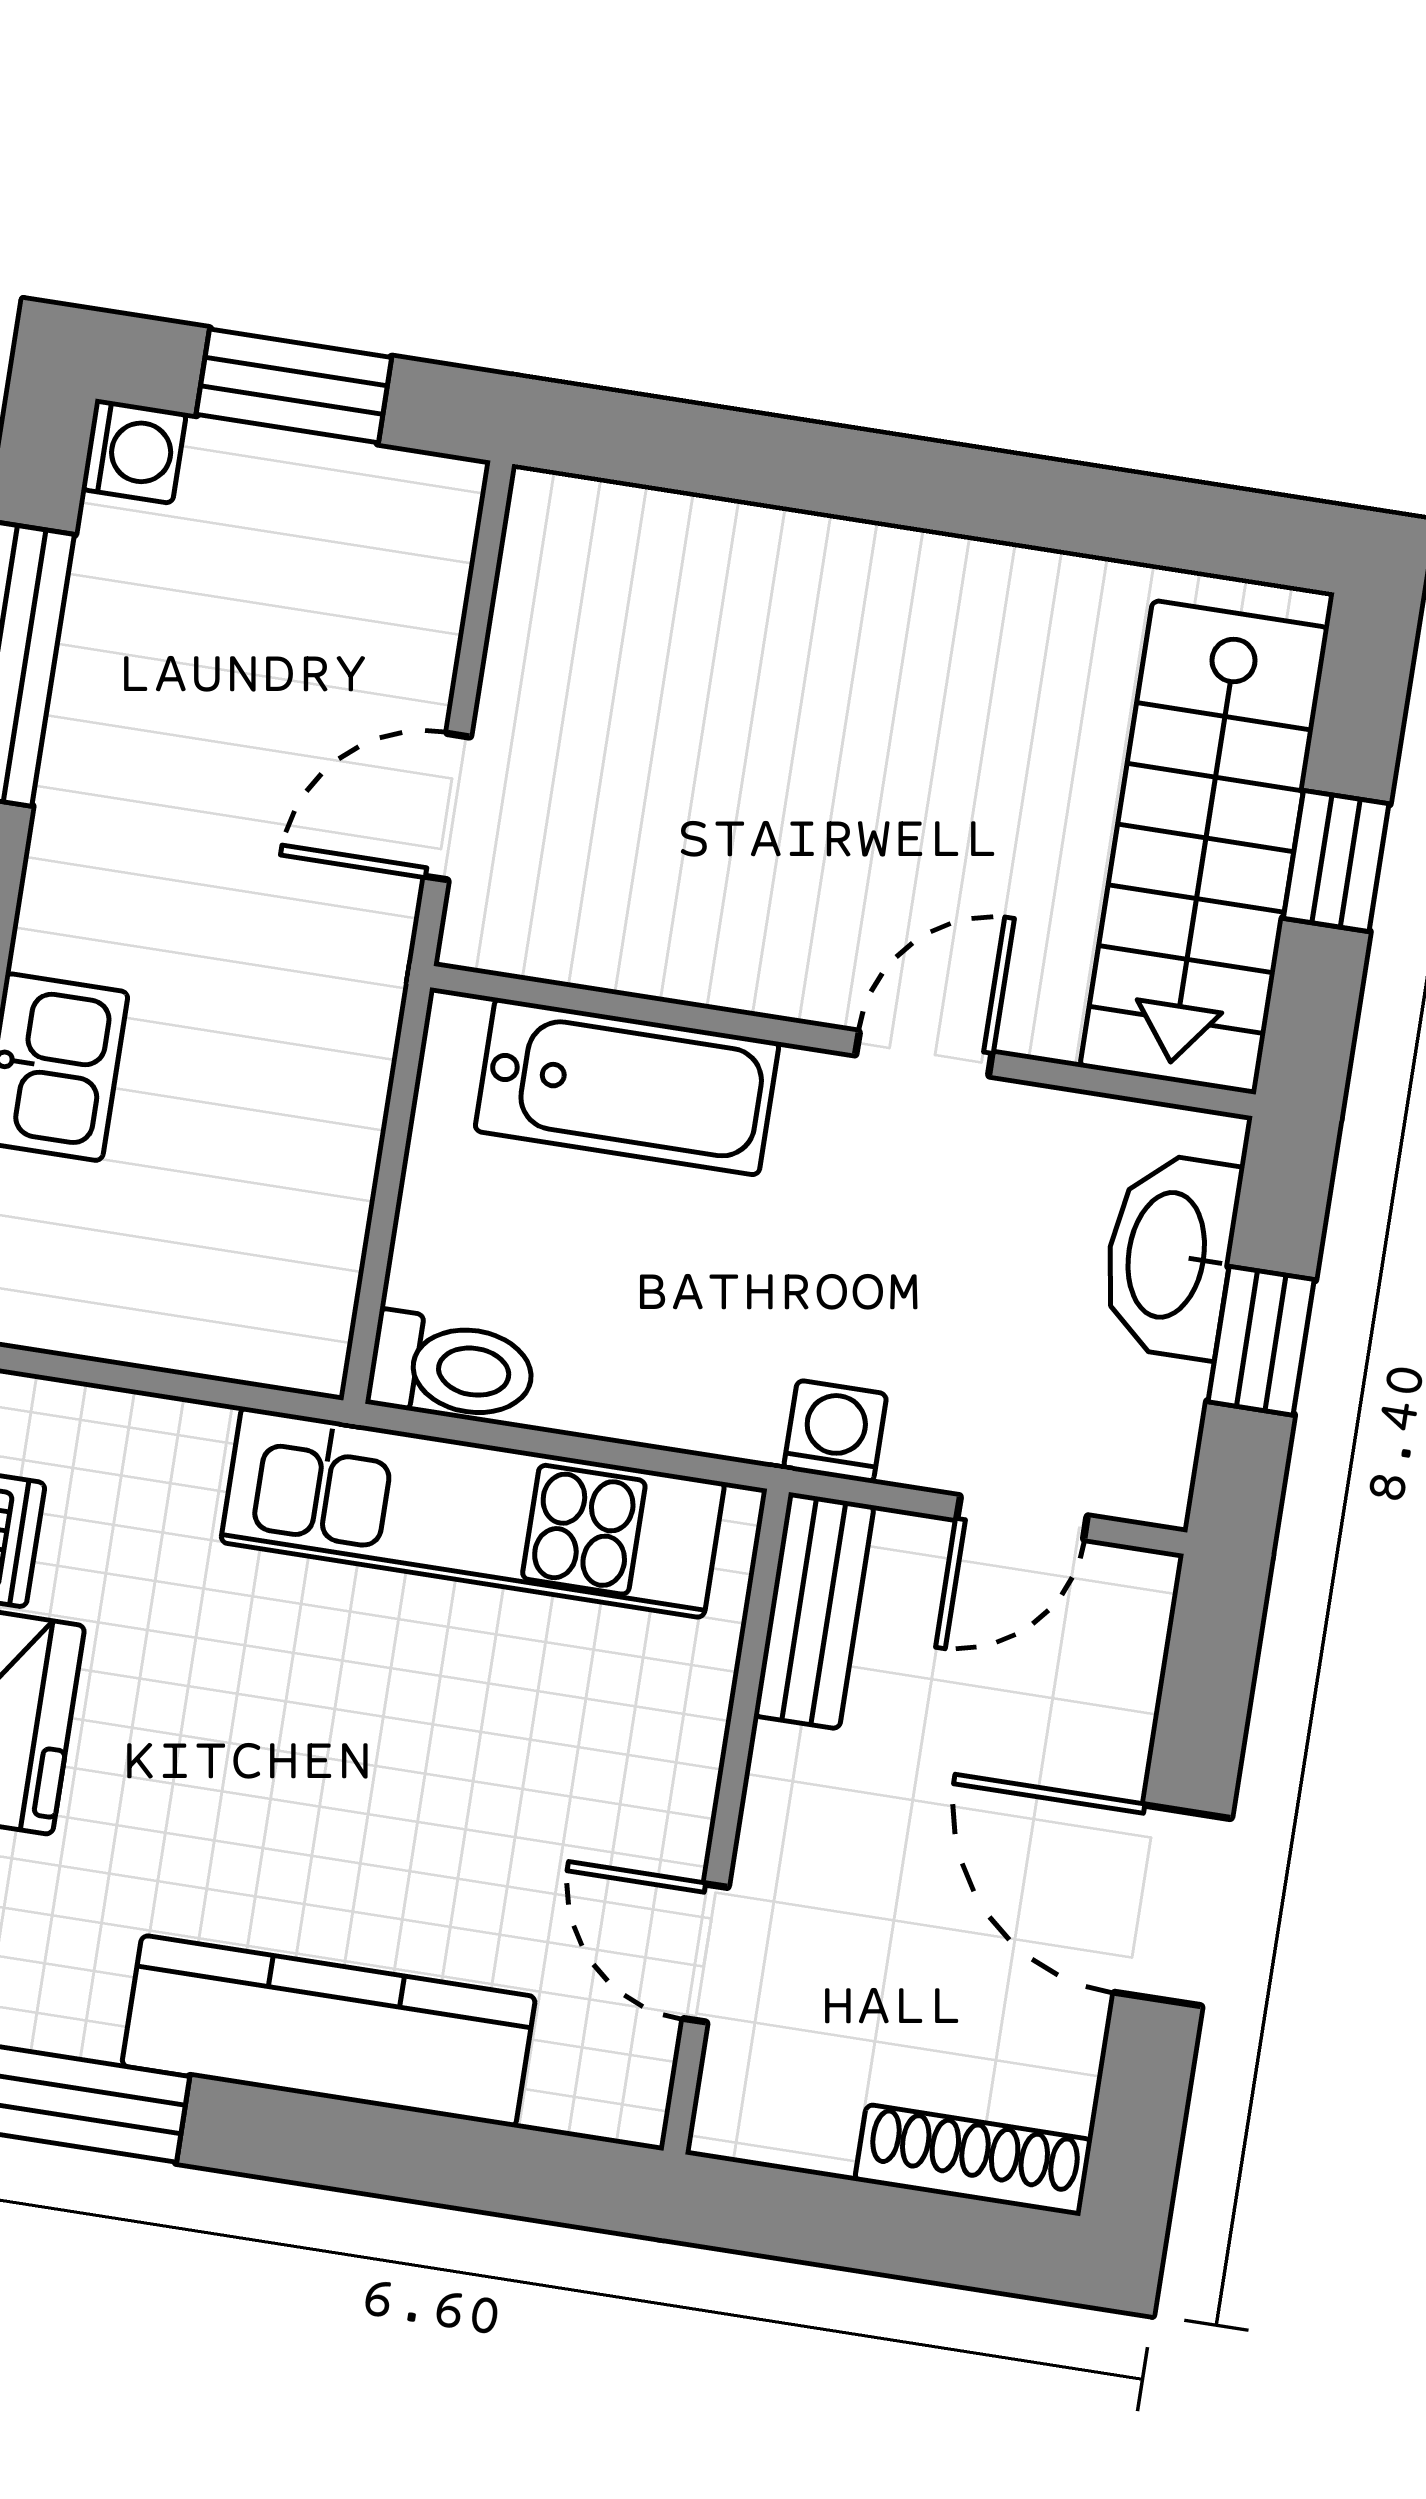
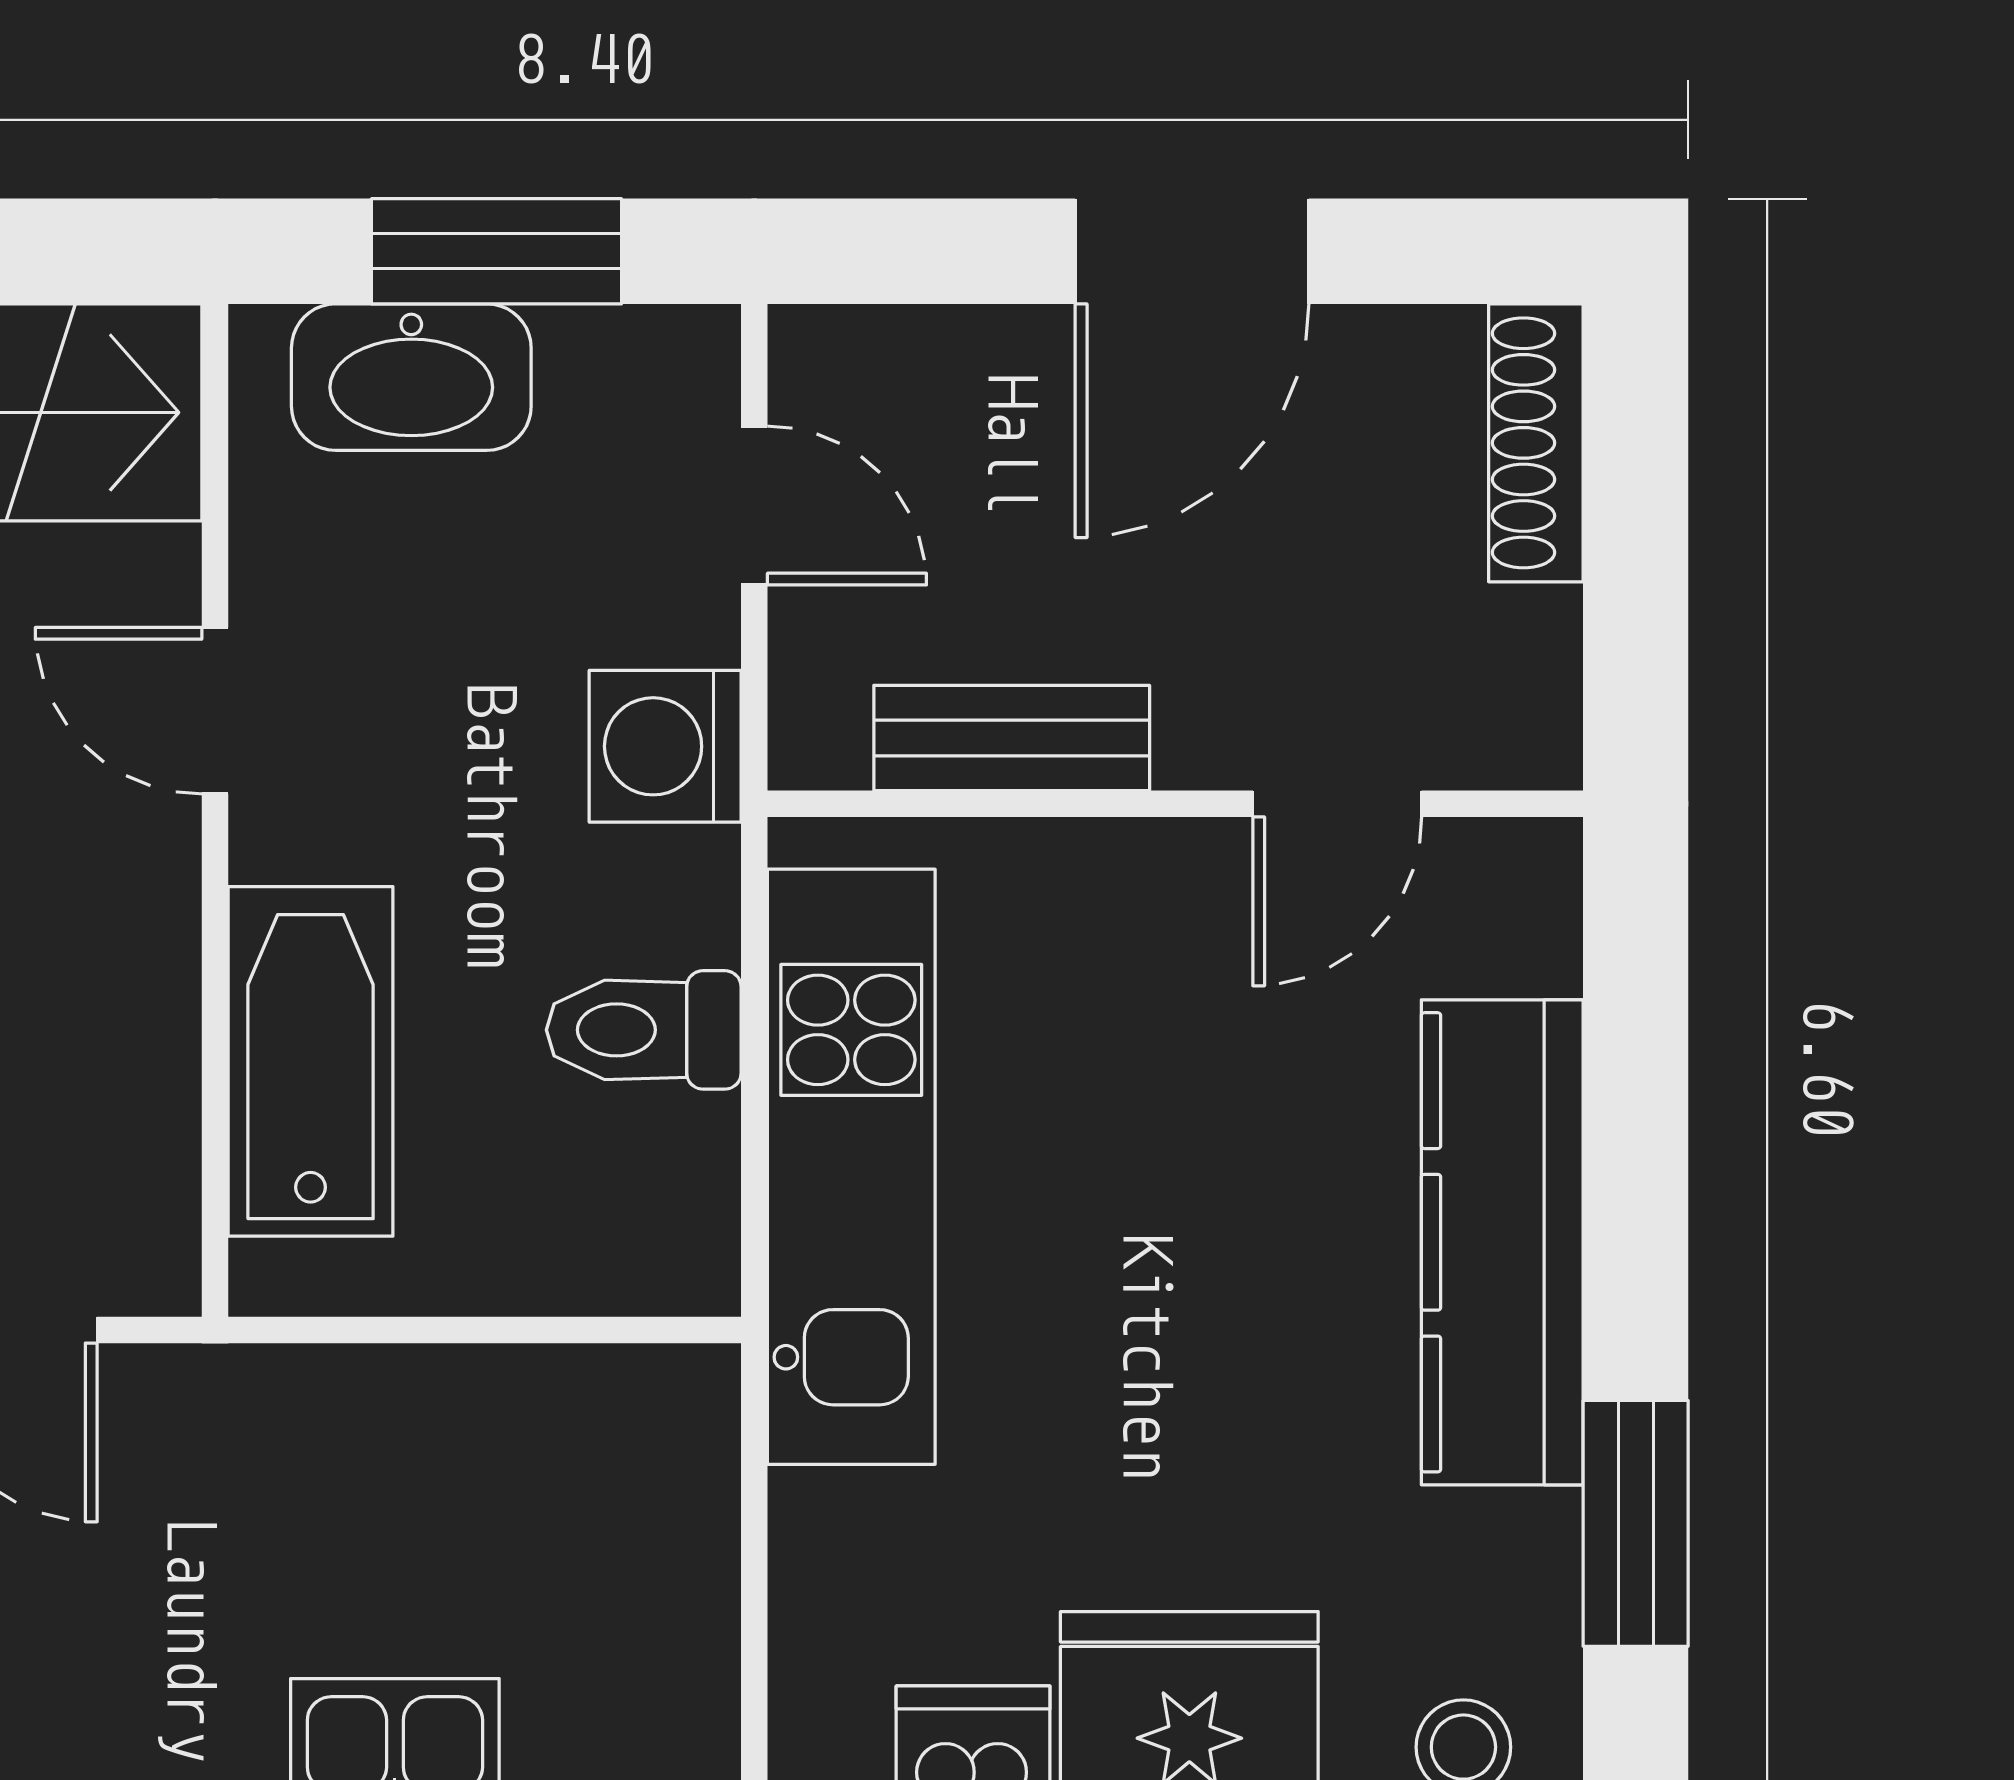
window: (1261, 1341) -> (497, 251), width x1.50
toilet: (452, 1368) -> (644, 1030), moved, turned -90
washing machine: (835, 1432) -> (665, 746), width x1.38, depth x1.38
bench: (814, 1611) -> (1012, 738), moved

